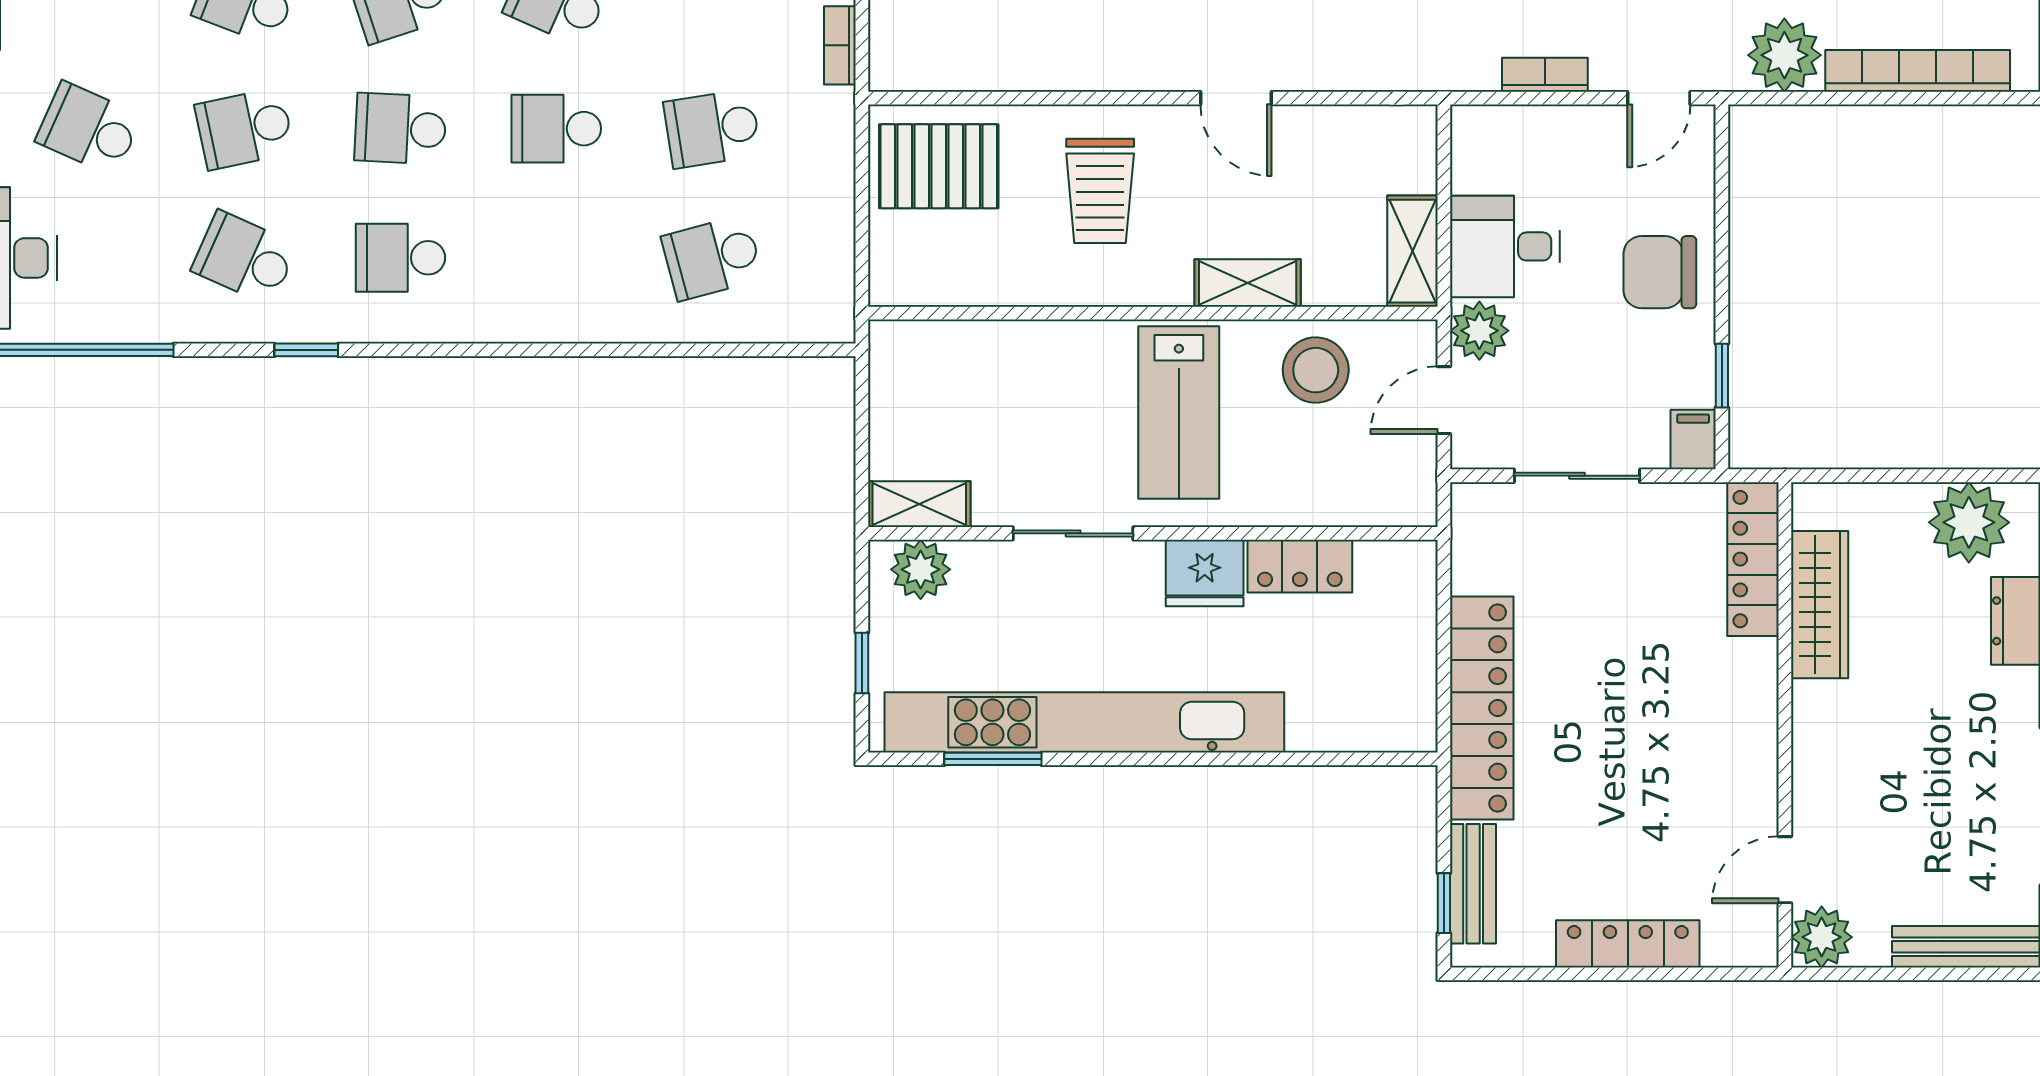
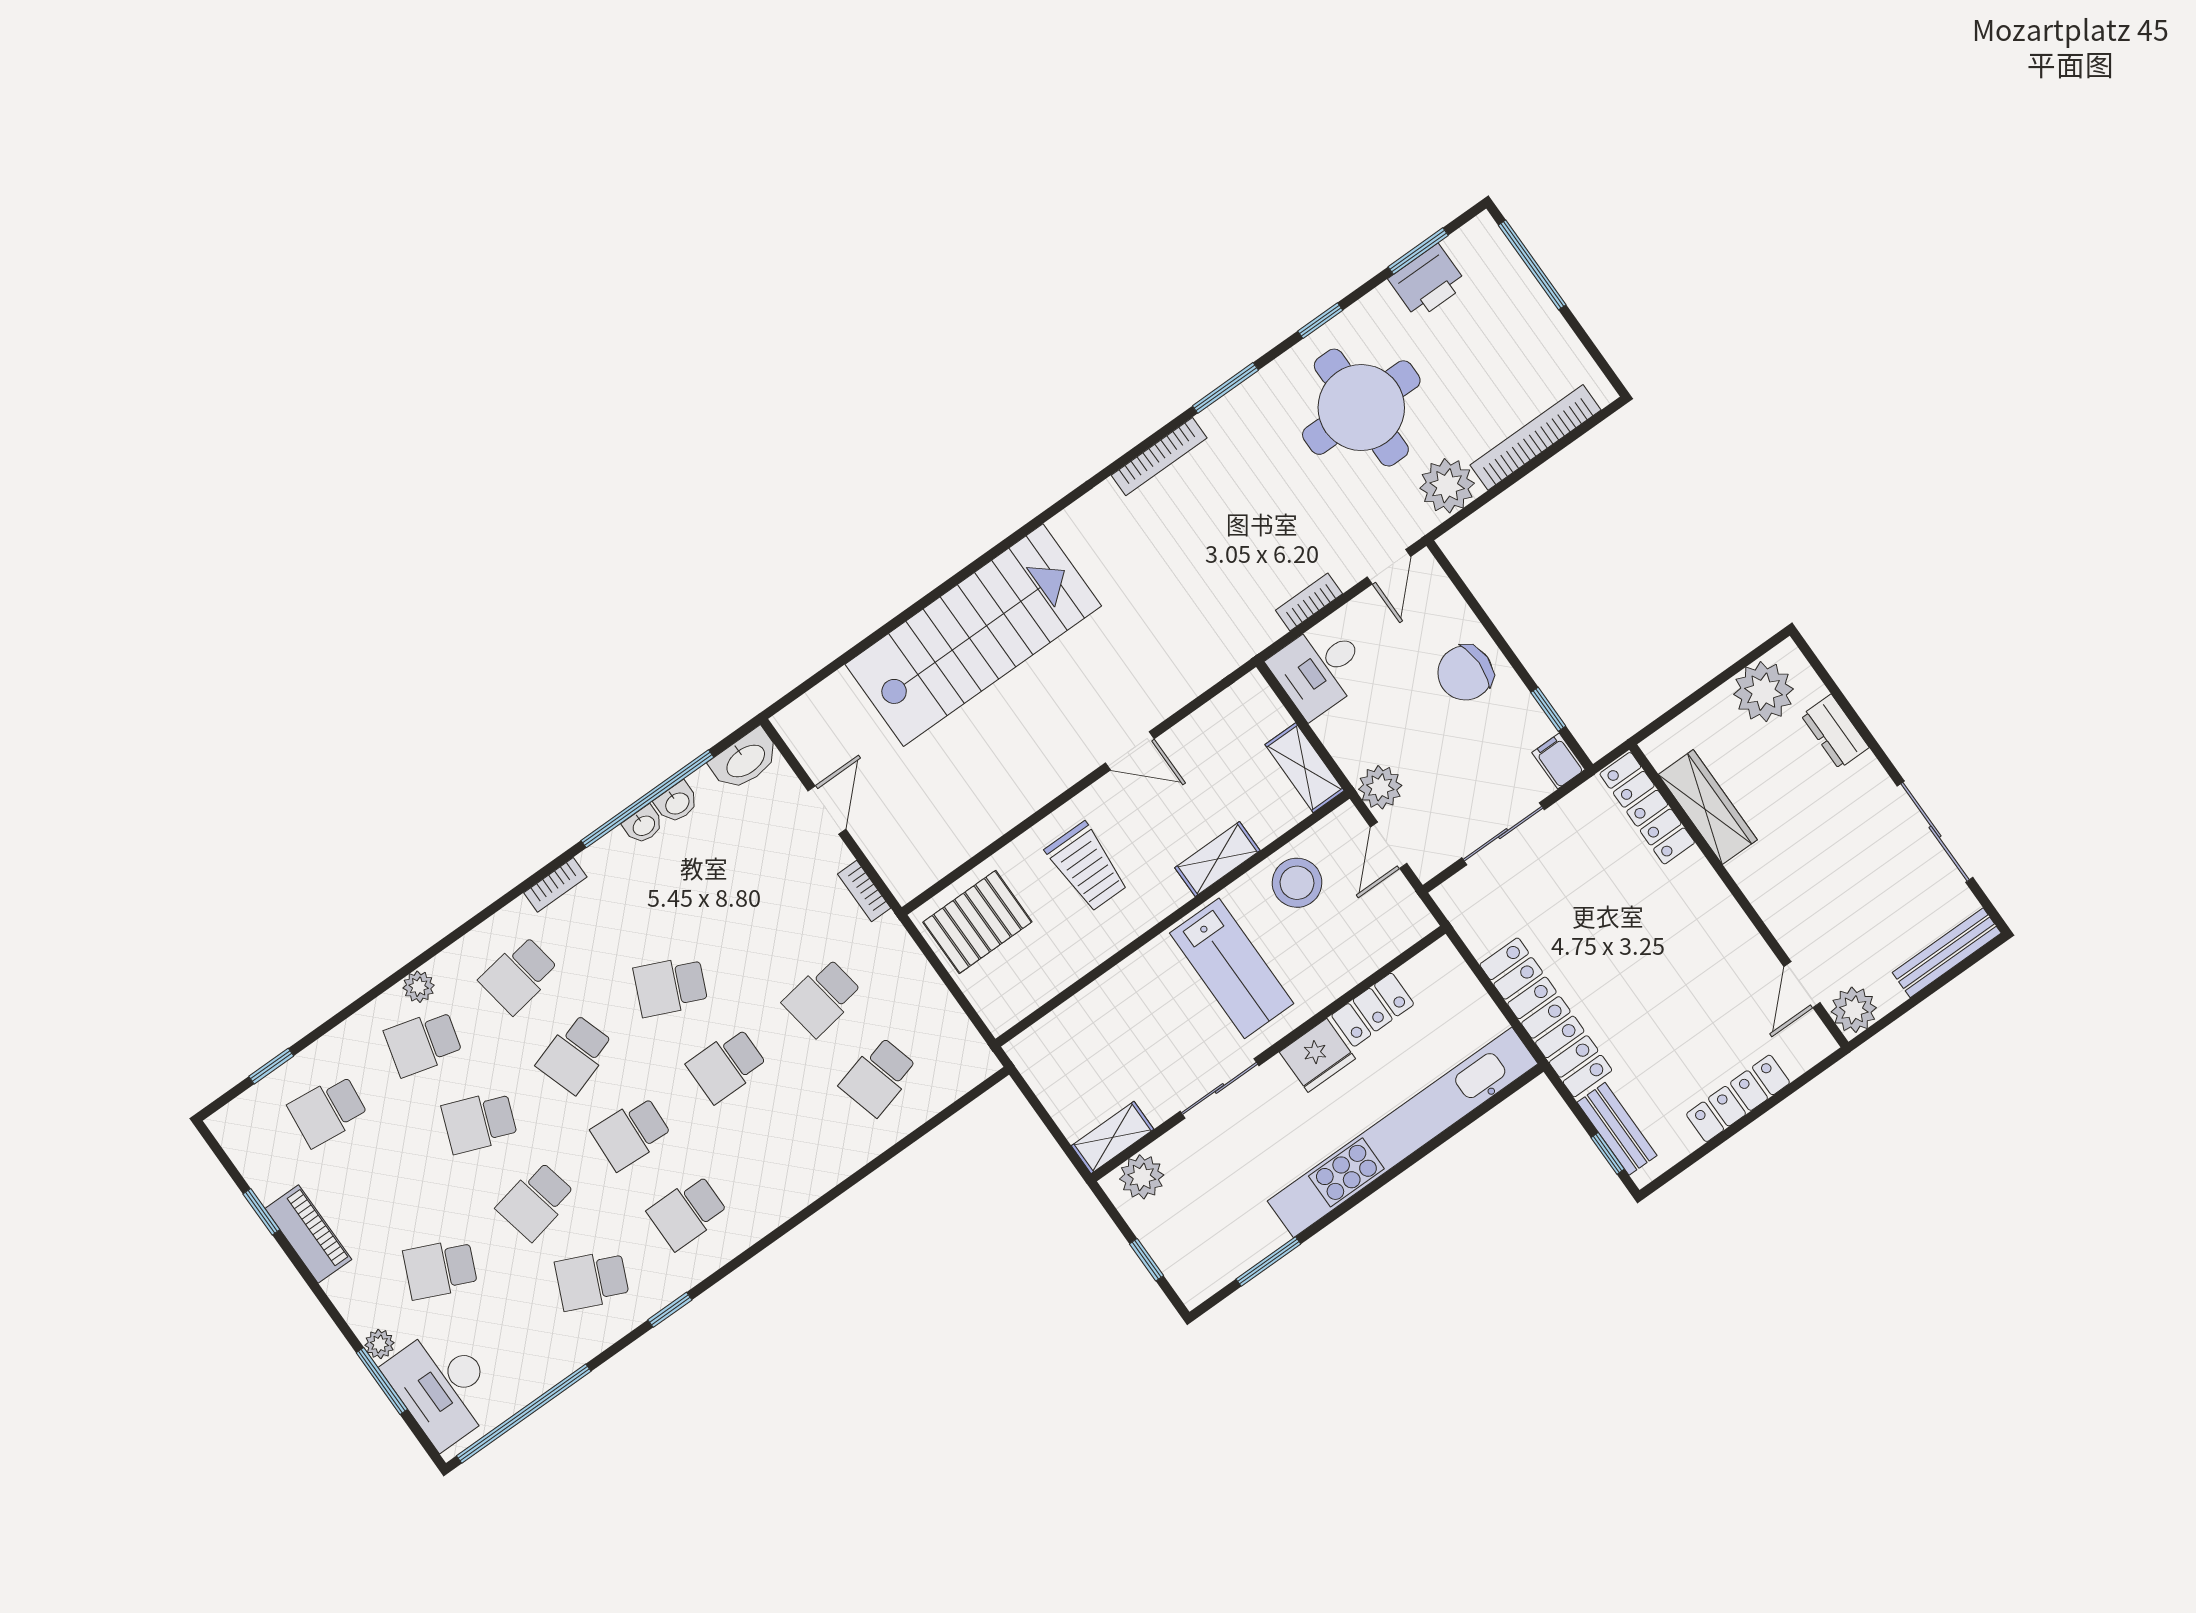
desk: (1505, 246) -> (1320, 669), moved
kitchen unit: (1084, 722) -> (1403, 1132), moved

